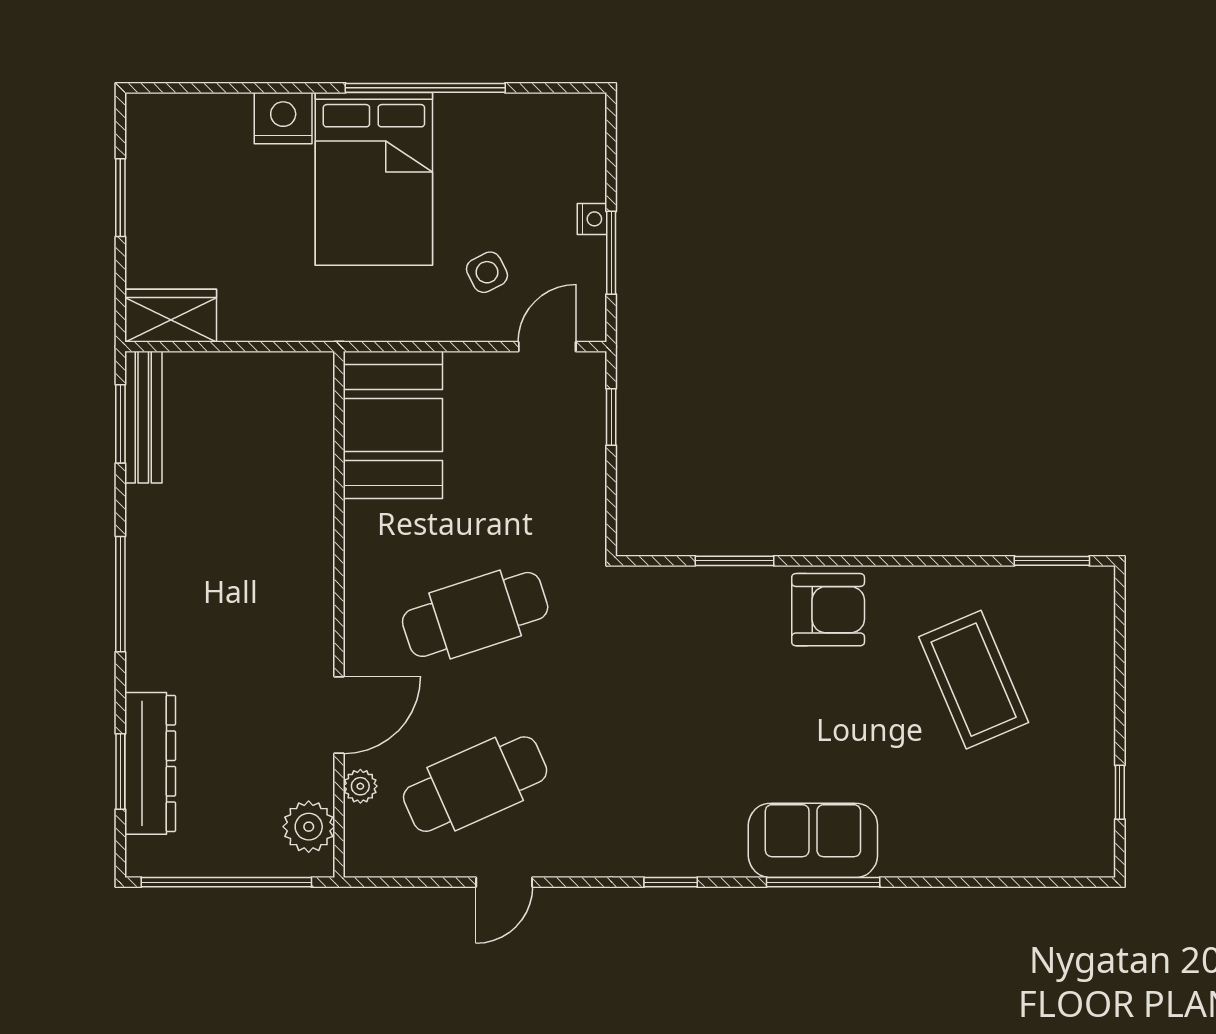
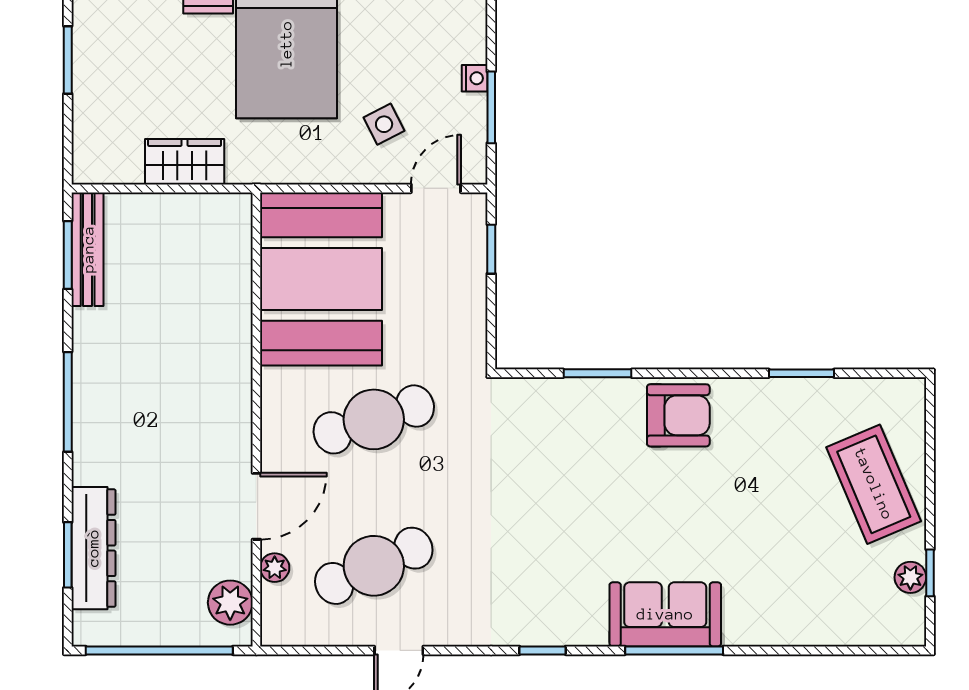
wardrobe: (171, 316) -> (185, 162), moved
booth: (393, 425) -> (321, 279), width x1.36, depth x1.42
window: (1052, 561) -> (801, 373), moved
coffee table: (974, 680) -> (874, 484), moved
plant: (1097, 797) -> (910, 577), added

